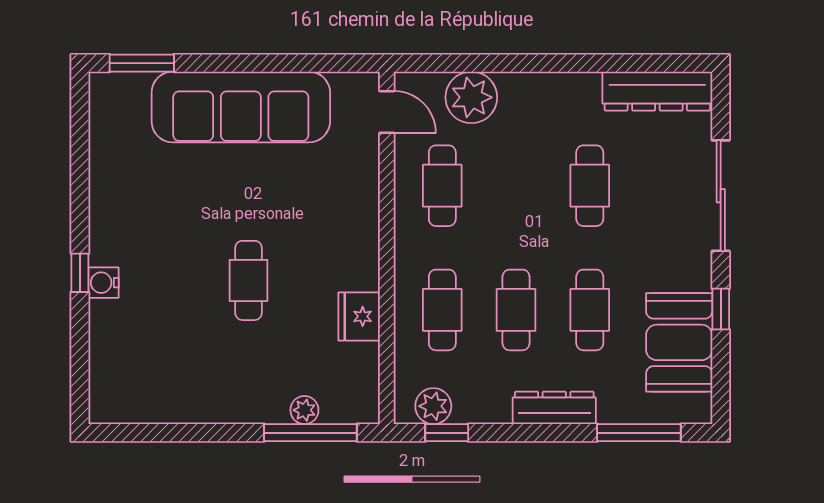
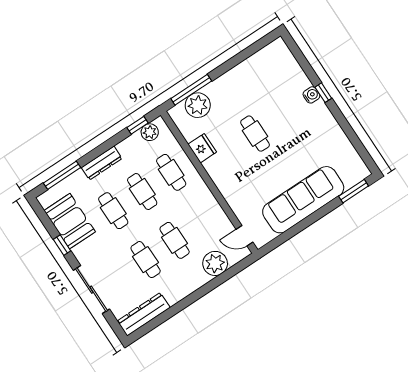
cafe table: (442, 186) -> (175, 240), moved
plant: (304, 410) -> (198, 105), width x1.88, depth x1.88

